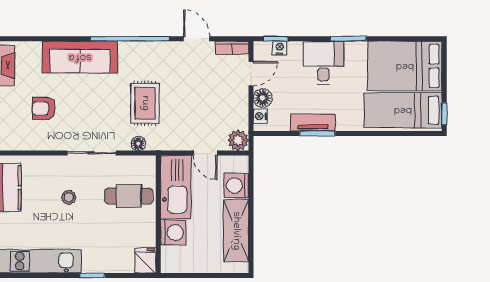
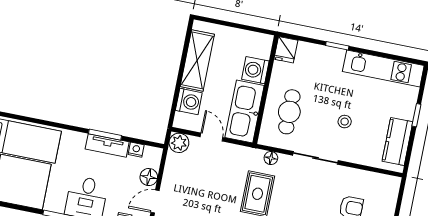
nightstand: (260, 116) -> (136, 150), moved, turned -90
cafe table: (129, 196) -> (289, 112), turned 90

